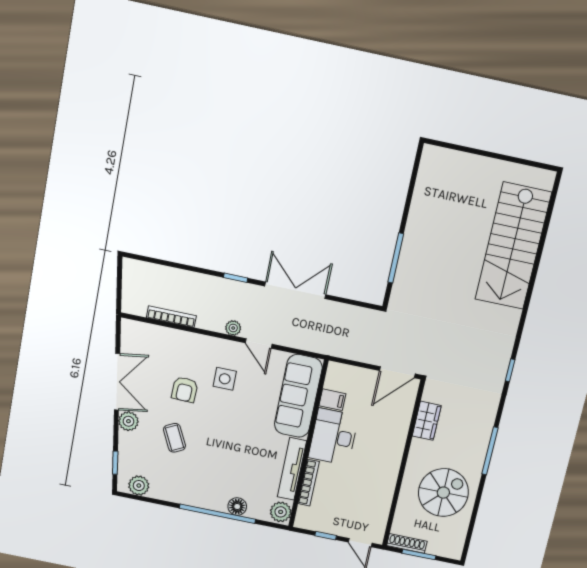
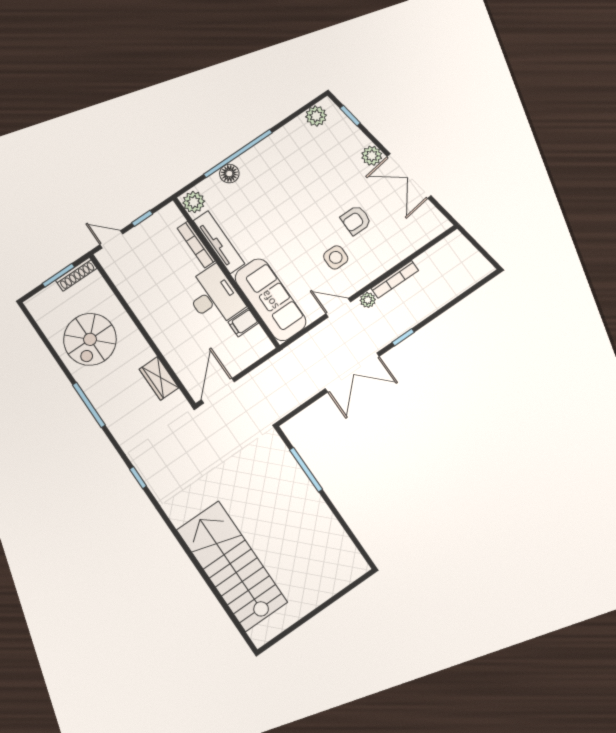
bookcase: (171, 317) -> (395, 279), moved
armchair: (185, 390) -> (356, 220), turned -92
coffee table: (174, 438) -> (327, 177), removed

